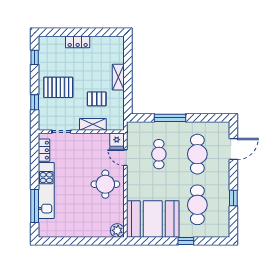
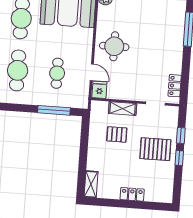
window: (35, 57) -> (179, 158), moved
shelving: (118, 77) -> (91, 184), moved
window: (170, 118) -> (54, 110), moved
kitchen unit: (46, 191) -> (175, 44), removed

